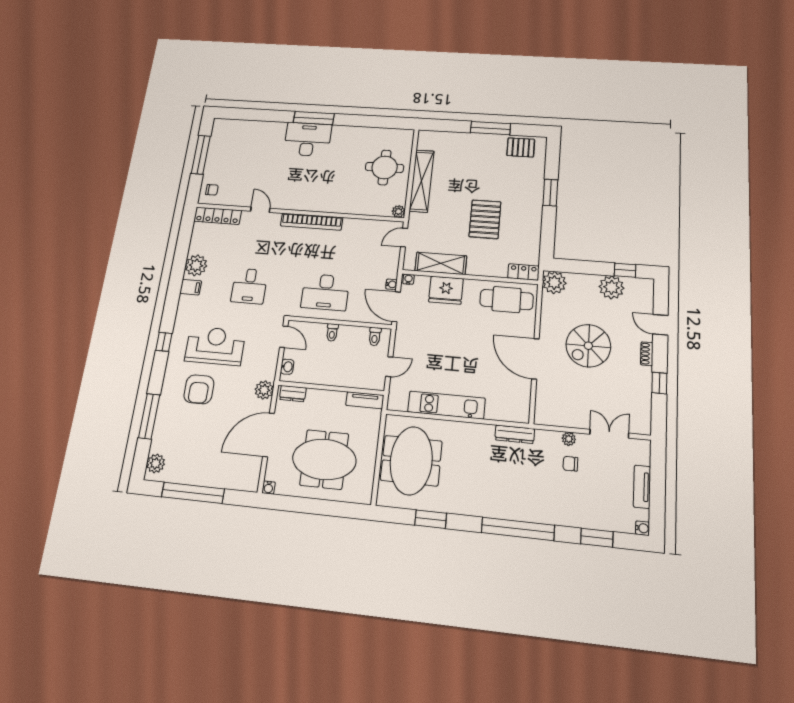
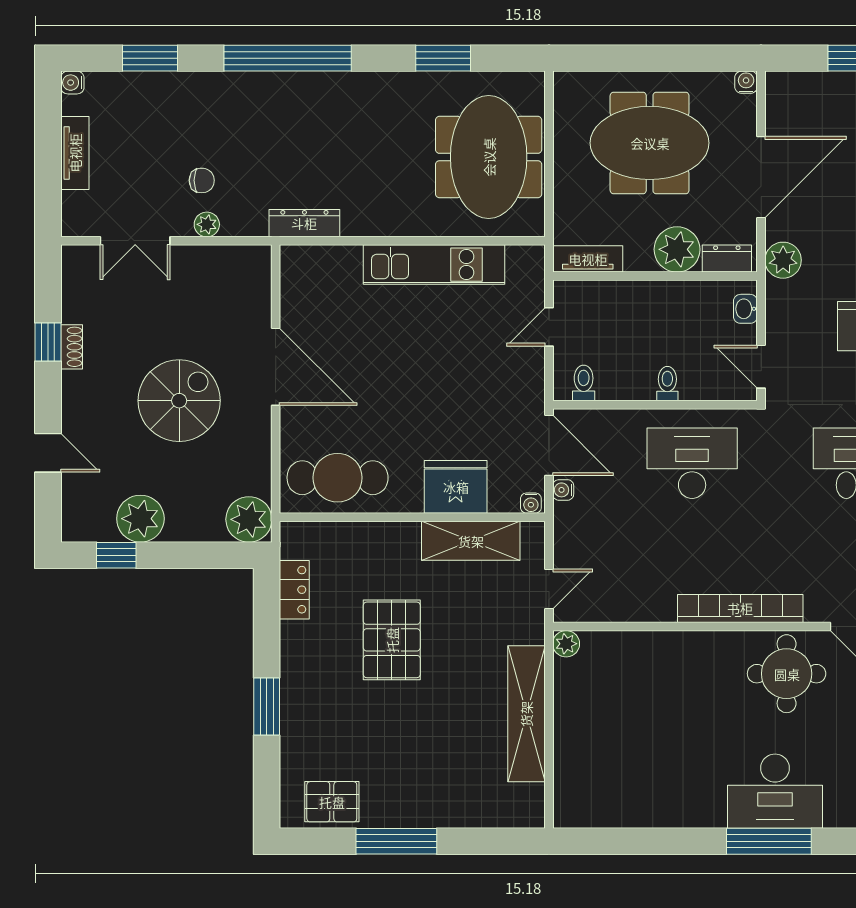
round table: (385, 167) -> (787, 674), moved
locker: (523, 272) -> (294, 590), moved, turned -90
shoe rack: (647, 354) -> (72, 347), moved
plant: (318, 401) -> (677, 249), added

